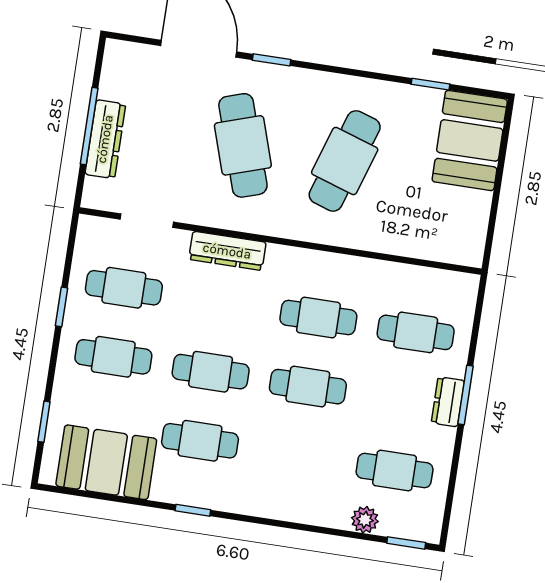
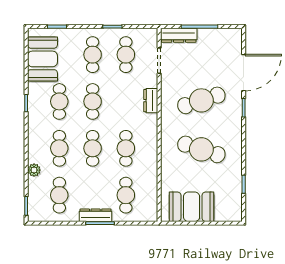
dresser: (105, 139) -> (179, 35), moved
booth: (470, 140) -> (192, 207), moved
dresser: (227, 251) -> (151, 101), width x0.70
dresser: (448, 402) -> (96, 215), width x1.44
cafe table: (297, 456) -> (59, 148), added
plant: (365, 520) -> (34, 170), moved

